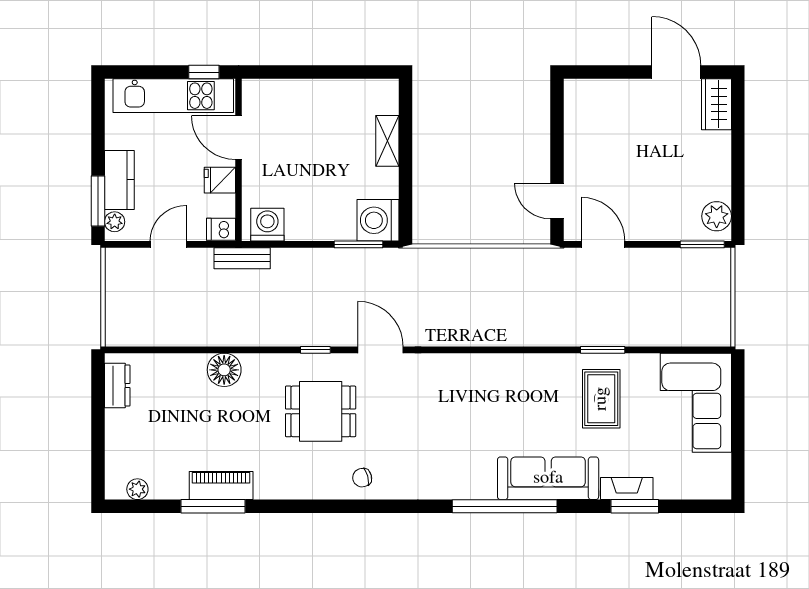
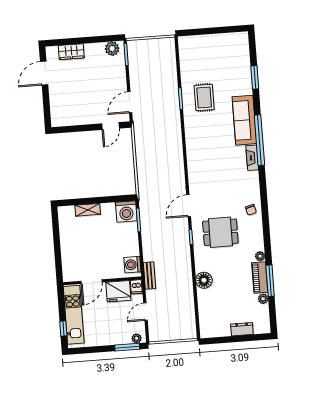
window: (204, 72) -> (63, 329), moved
wardrobe: (716, 104) -> (71, 52), moved
kitchen counter: (119, 180) -> (116, 338), removed
fridge: (220, 180) -> (118, 291), width x1.88, depth x1.34
door: (168, 244) -> (145, 312), hinge flipped
dresser: (117, 386) -> (242, 329), moved
rug: (601, 399) -> (204, 97), turned 90
corner sofa: (696, 403) -> (203, 52), removed
dining table: (321, 411) -> (220, 232), turned 90
plant: (137, 489) -> (263, 299), moved
fireplace: (627, 489) -> (252, 158), moved
plant: (265, 490) -> (260, 256), added

